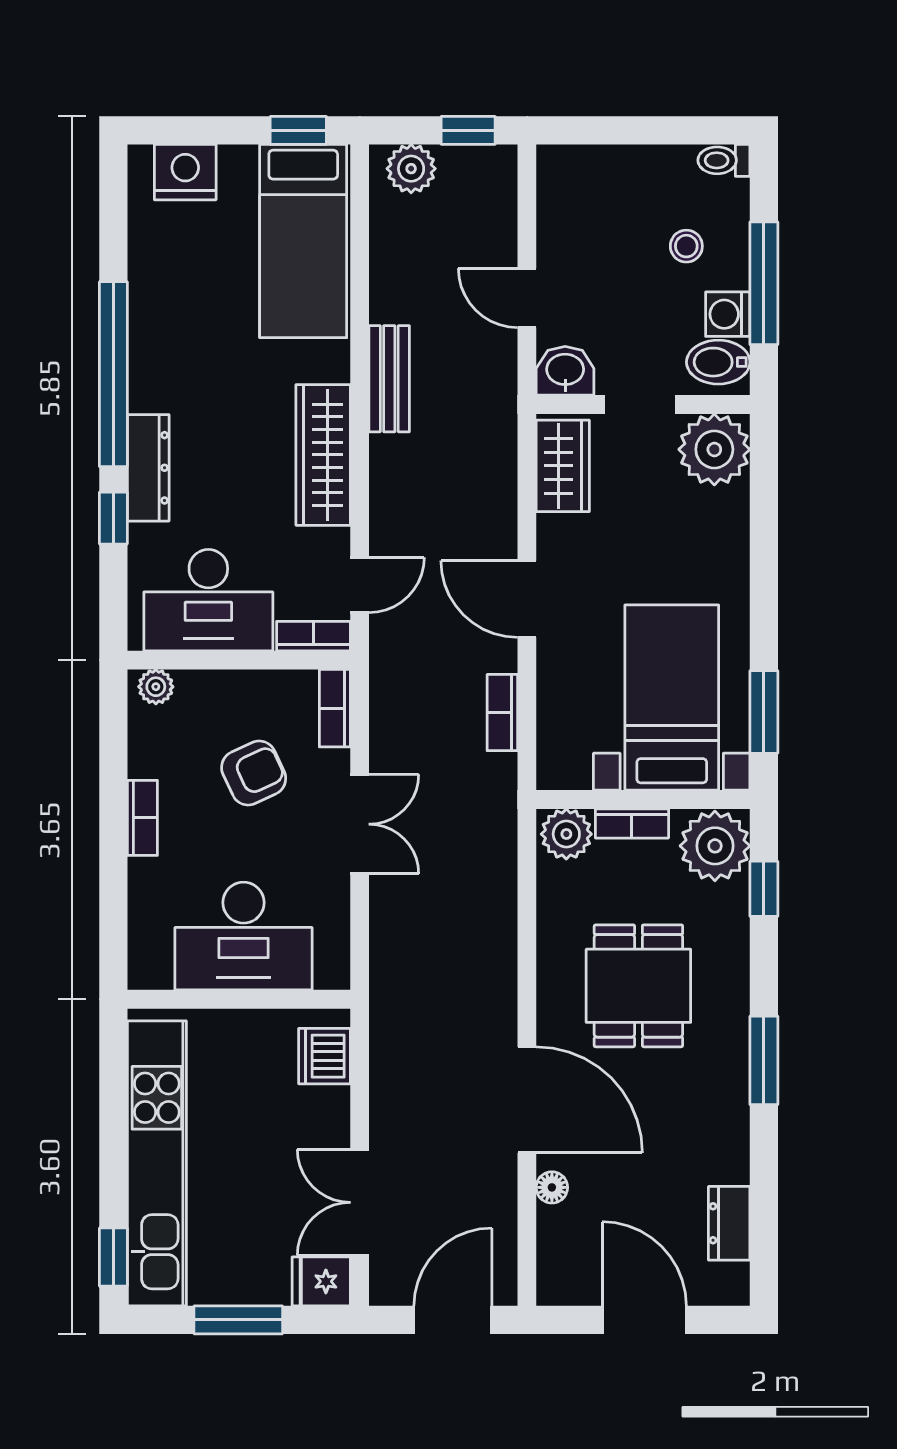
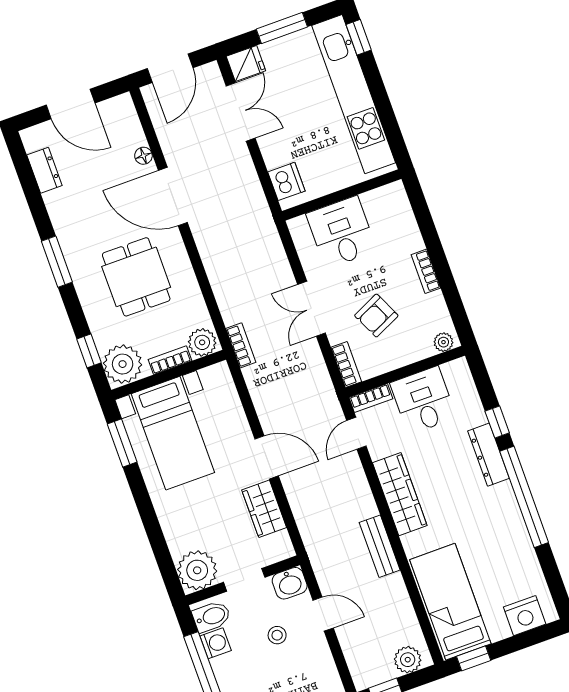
stool: (686, 246) -> (277, 635), moved
wardrobe: (563, 466) -> (264, 509), moved
desk: (208, 600) -> (423, 400), width x0.73
bookcase: (502, 713) -> (241, 345), moved
desk: (243, 936) -> (341, 232), width x0.73

